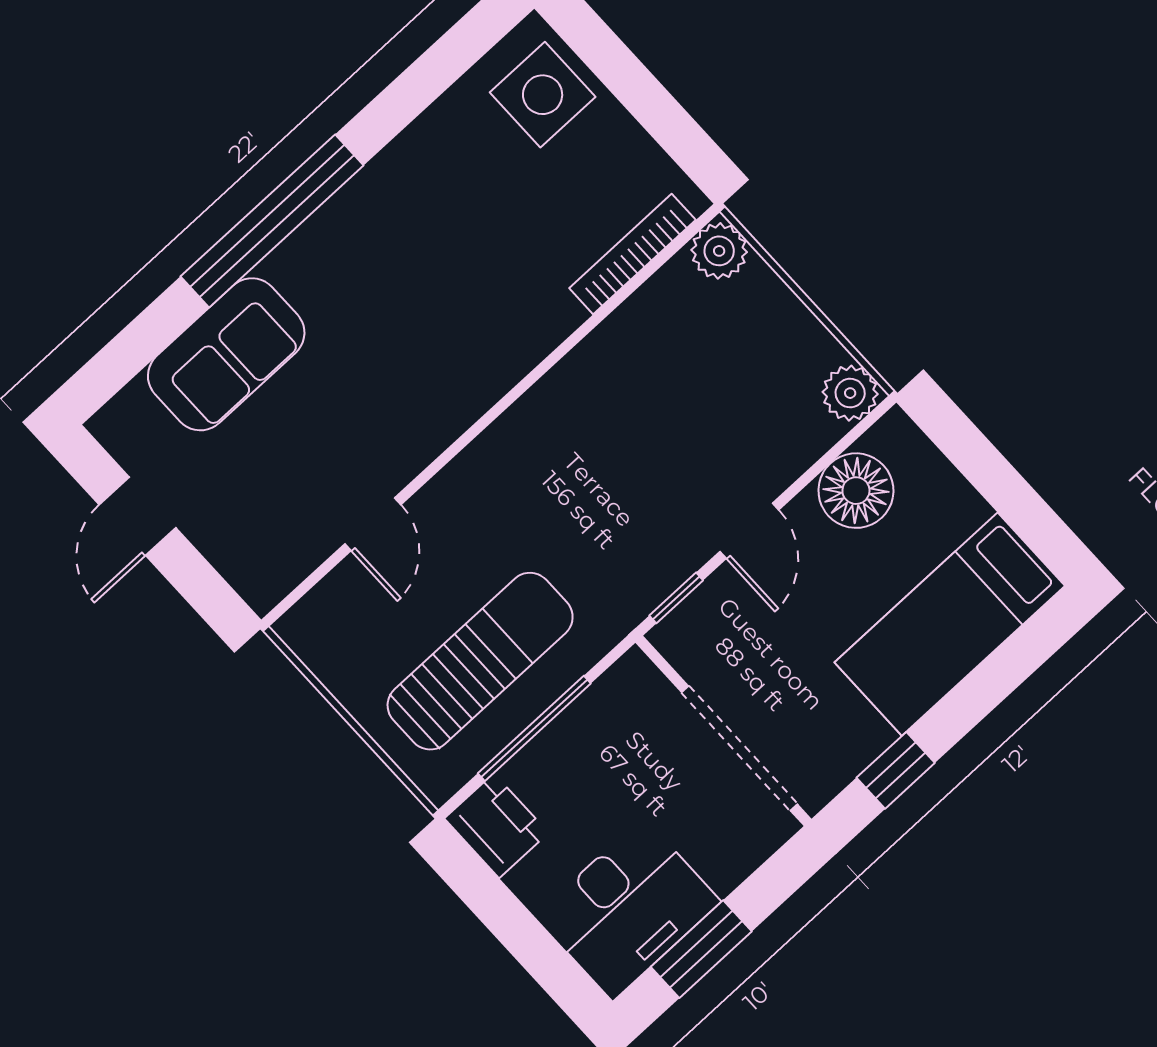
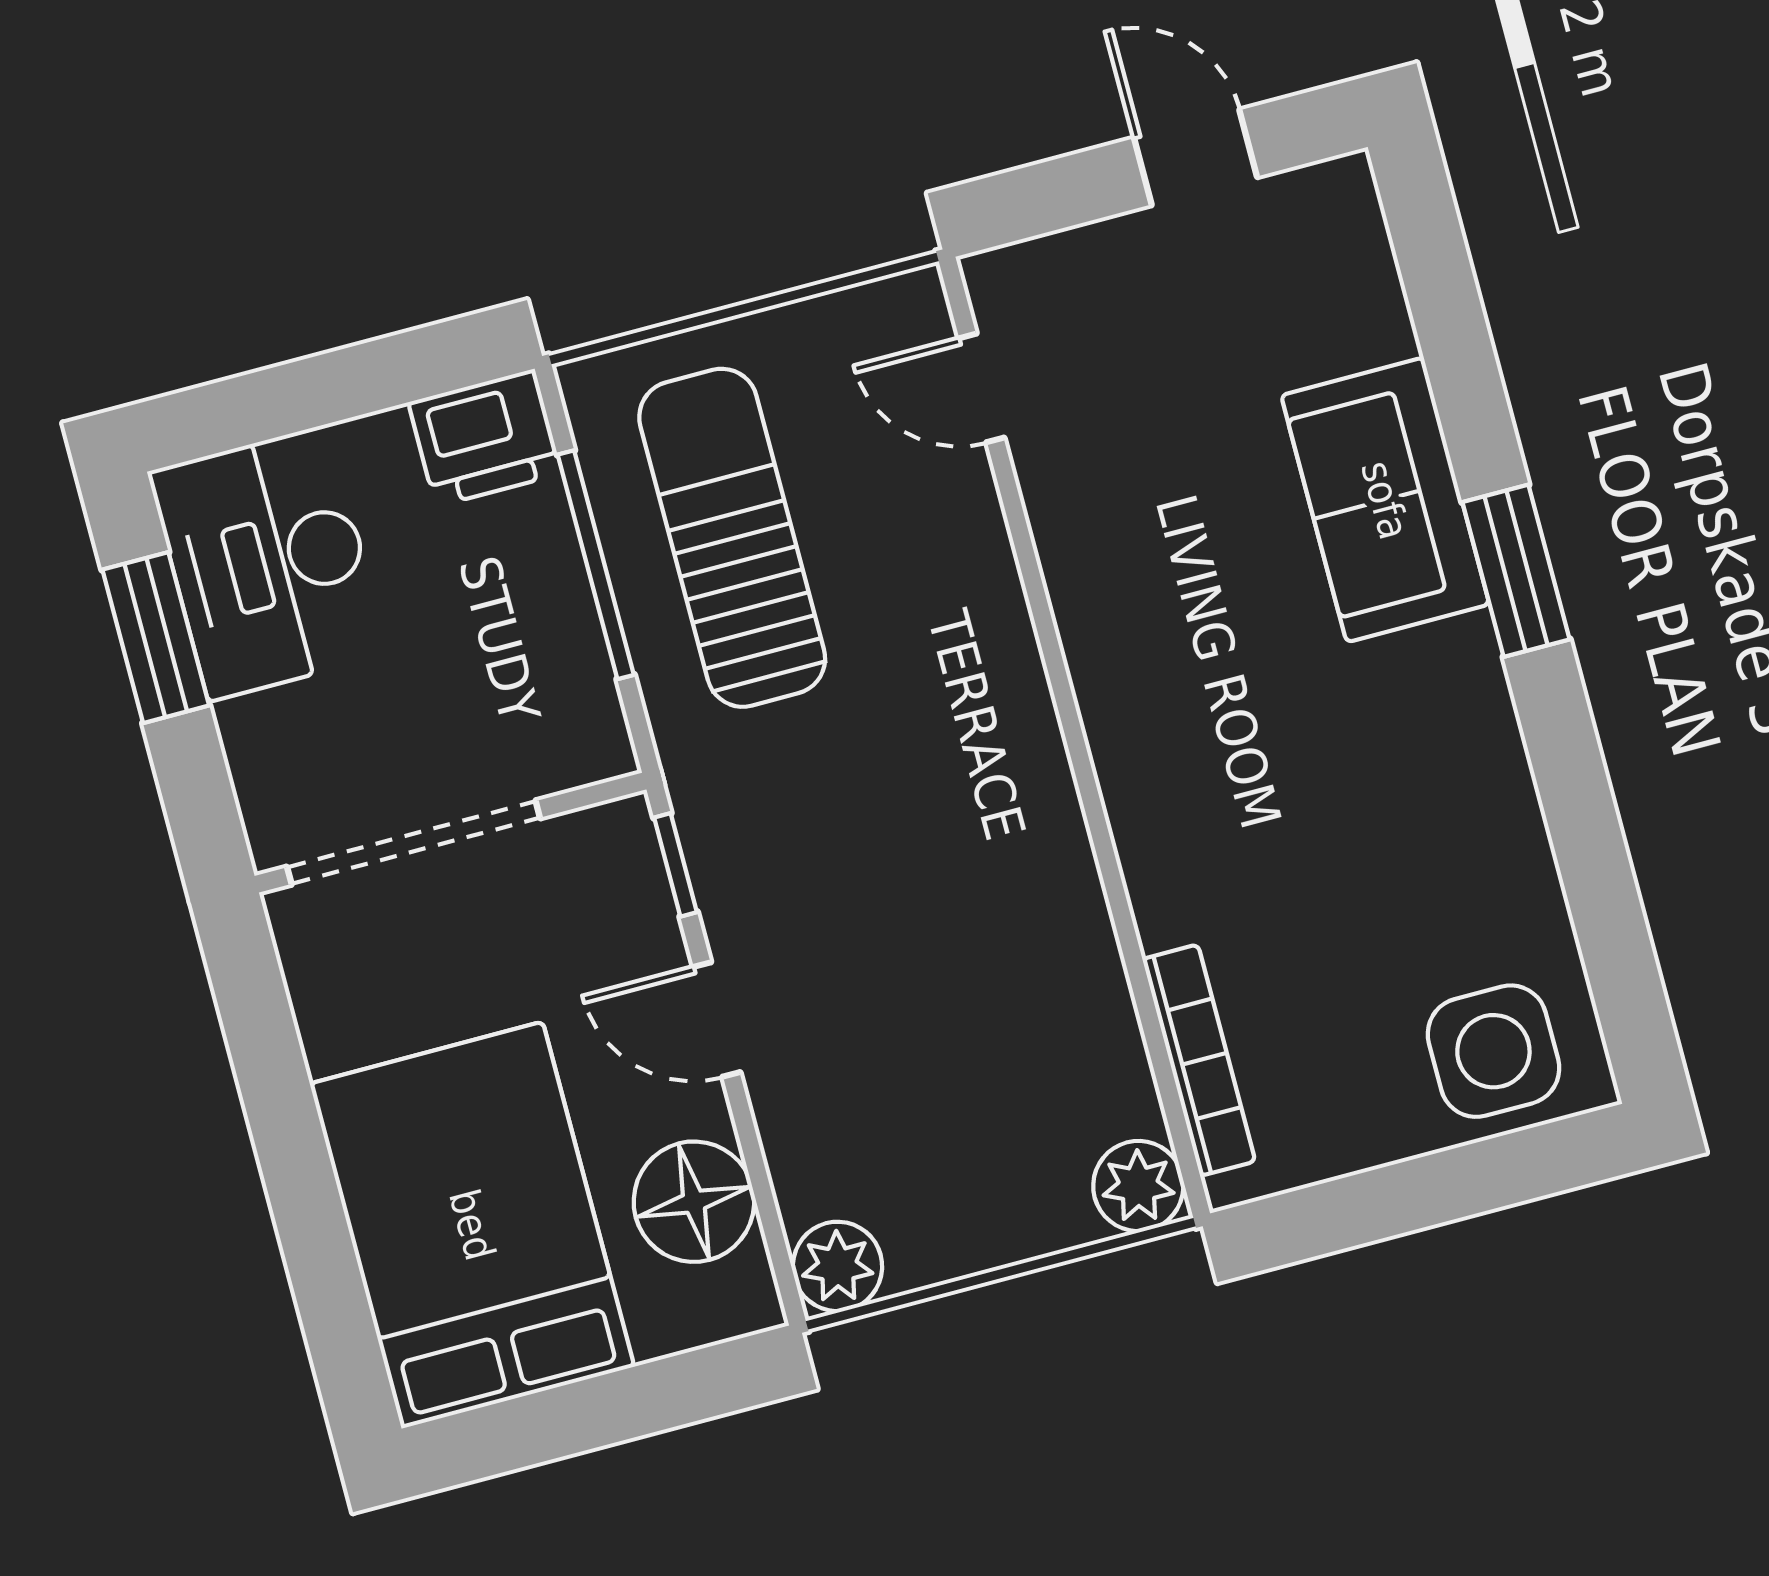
window: (272, 221) -> (1516, 571), width x0.47
sofa: (226, 354) -> (1385, 500), moved
door: (373, 524) -> (981, 388), moved
bed: (950, 624) -> (472, 1225), width x1.50
sun lounger: (480, 661) -> (732, 538), turned 180
window: (896, 770) -> (265, 1049), removed

